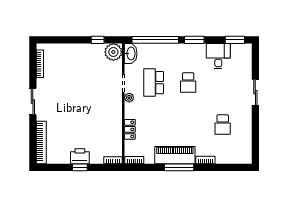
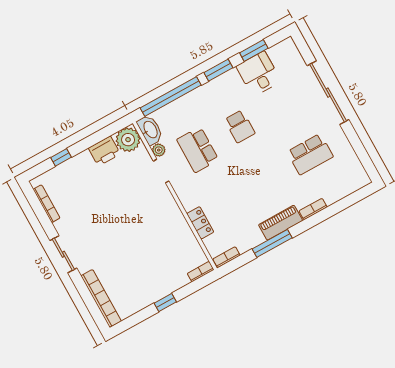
window: (98, 40) -> (61, 157), moved
window: (235, 40) -> (254, 50), moved
sliding door: (255, 92) -> (328, 93), width x1.86
plant: (129, 98) -> (159, 150), moved
school desk: (223, 125) -> (310, 154), width x1.85
piano: (175, 155) -> (281, 223), width x0.73, depth x0.75
printer: (80, 156) -> (104, 151), moved, turned 180
window: (179, 167) -> (272, 243), moved

